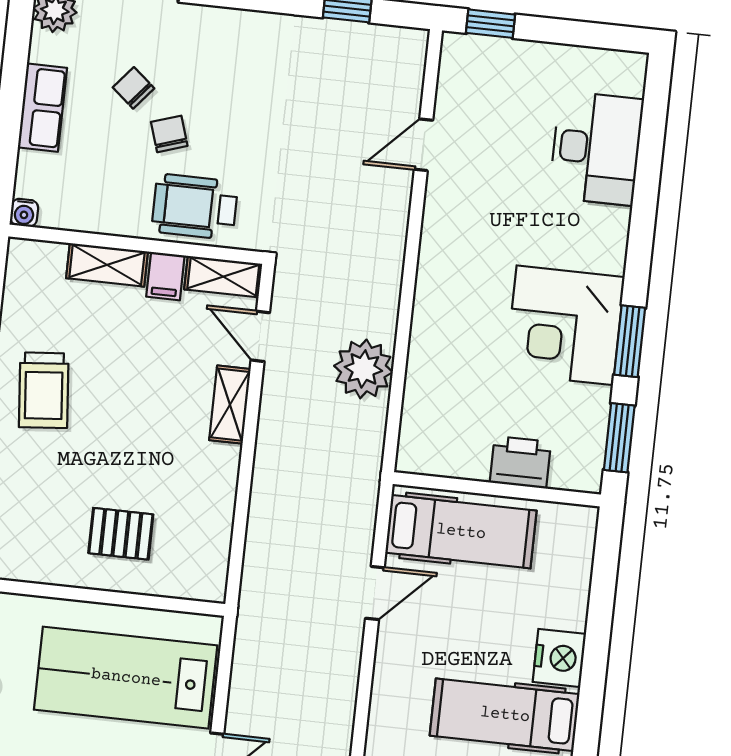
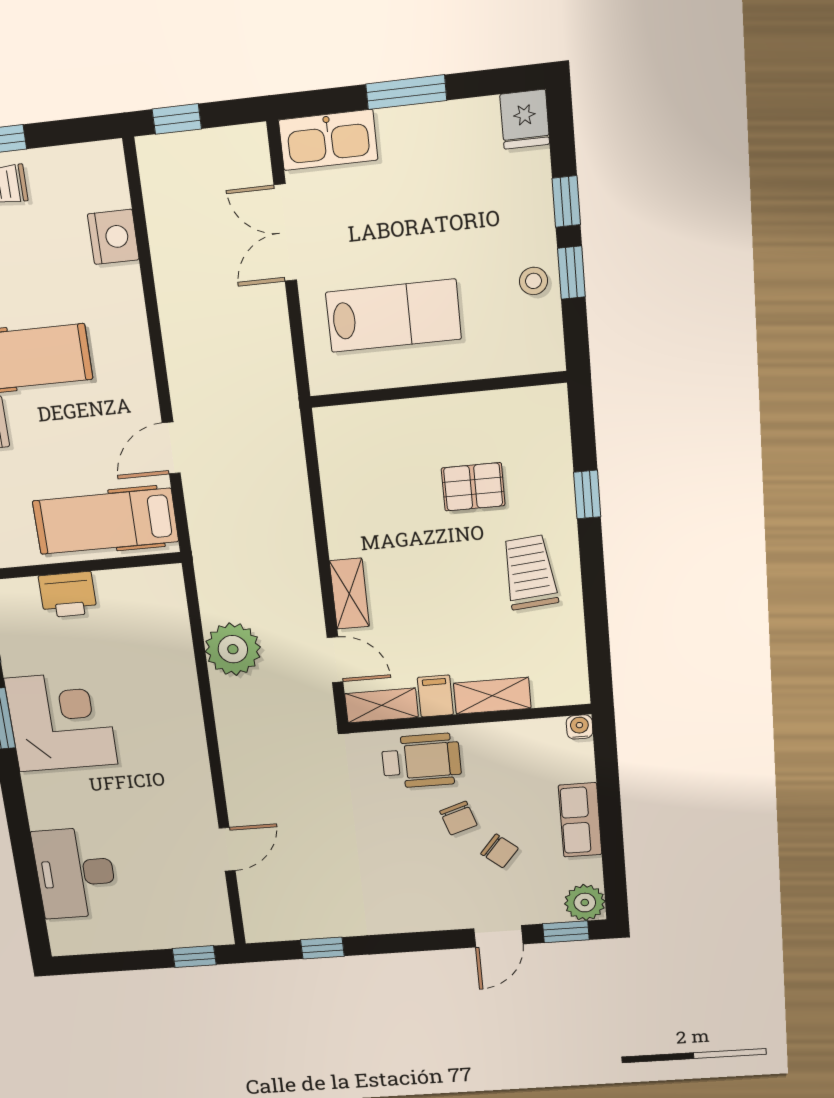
pallet: (121, 534) -> (473, 487), moved
lab bench: (126, 678) -> (393, 316), width x0.73, depth x0.72

